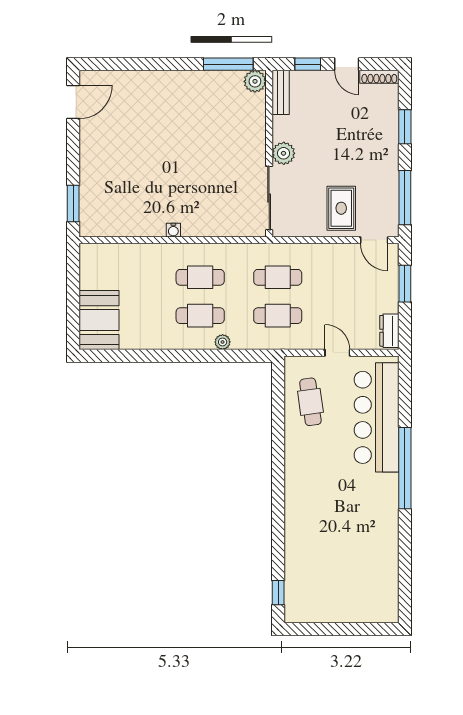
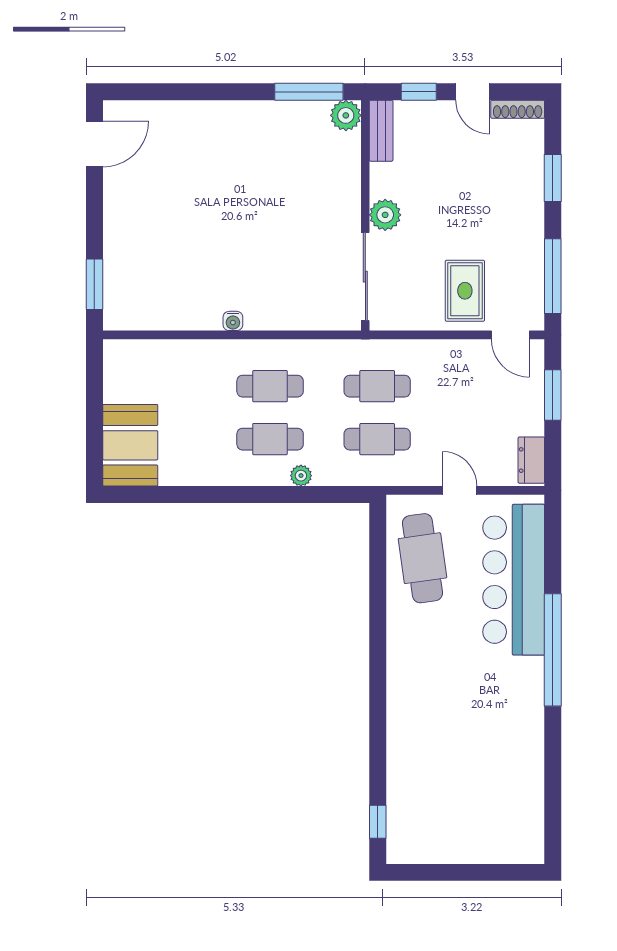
cafe table: (310, 402) -> (422, 558), width x1.37, depth x1.35

